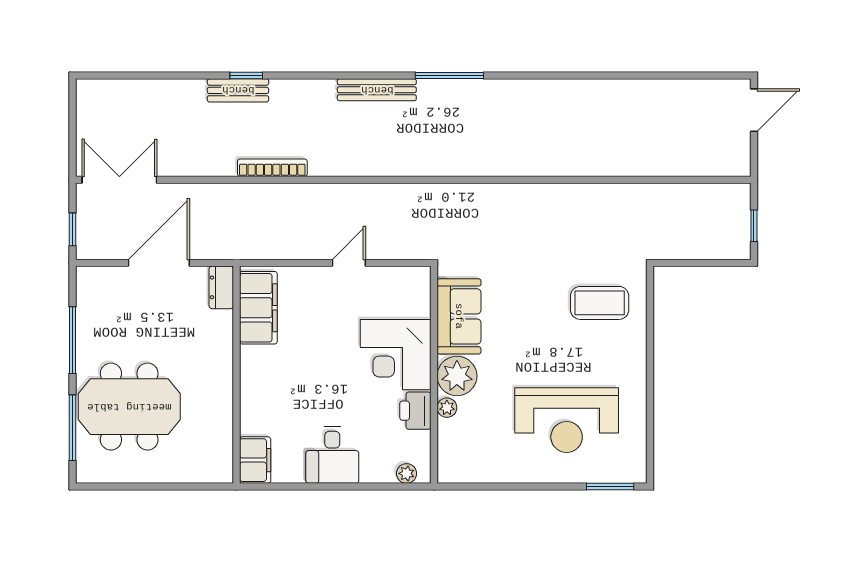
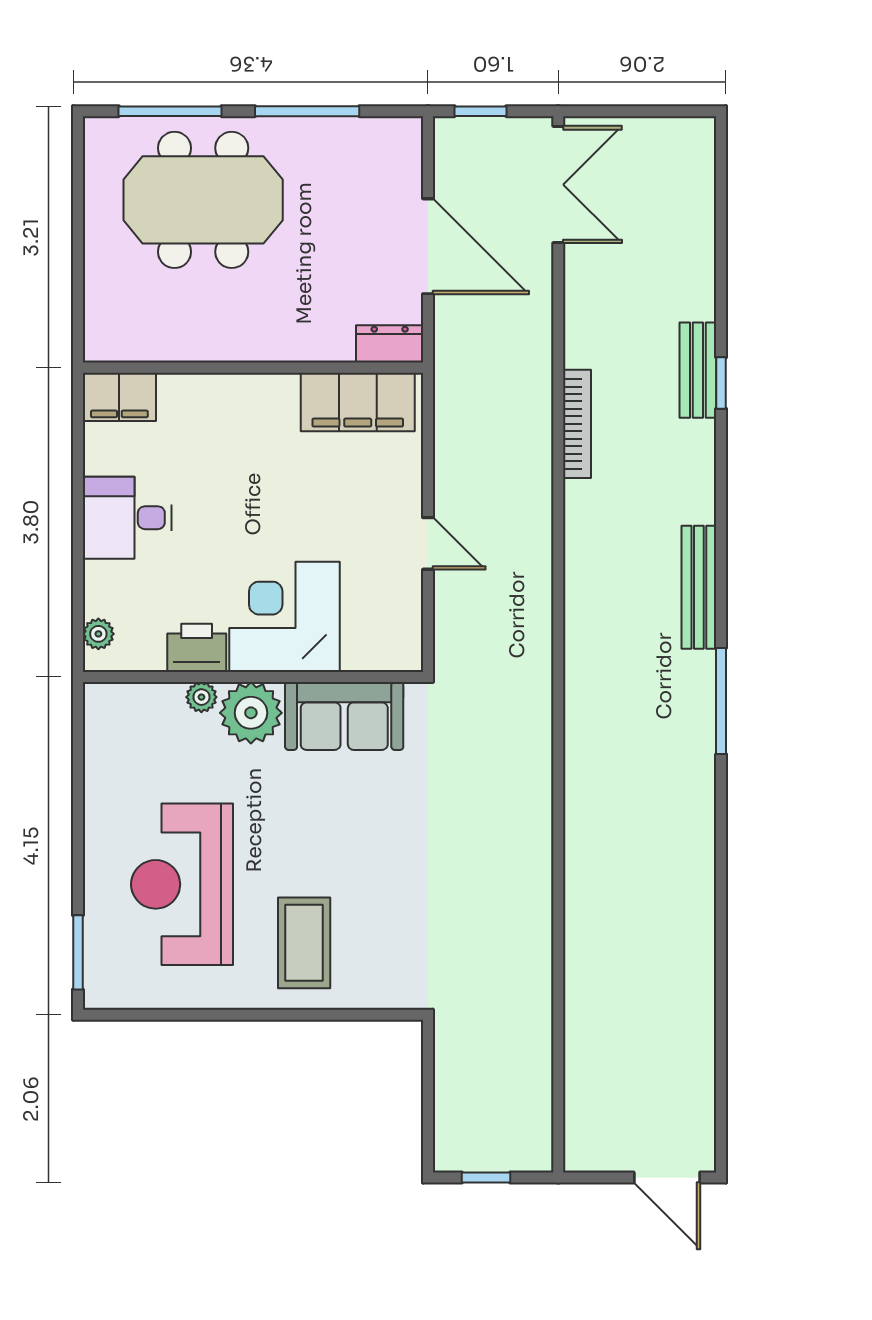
coffee table: (600, 303) -> (304, 943), moved
meeting table: (129, 407) -> (203, 200), turned 90

